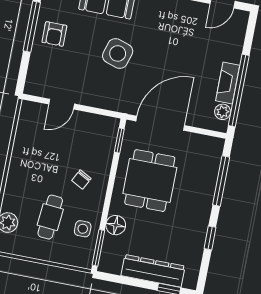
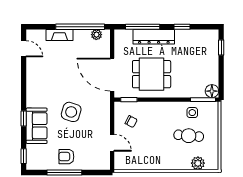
armchair: (54, 34) -> (66, 157), turned 180
fireplace: (228, 83) -> (60, 35), moved
chair: (81, 179) -> (131, 122), moved
floor lamp: (116, 225) -> (212, 91), moved
dresser: (153, 271) -> (154, 37), moved, turned -90

